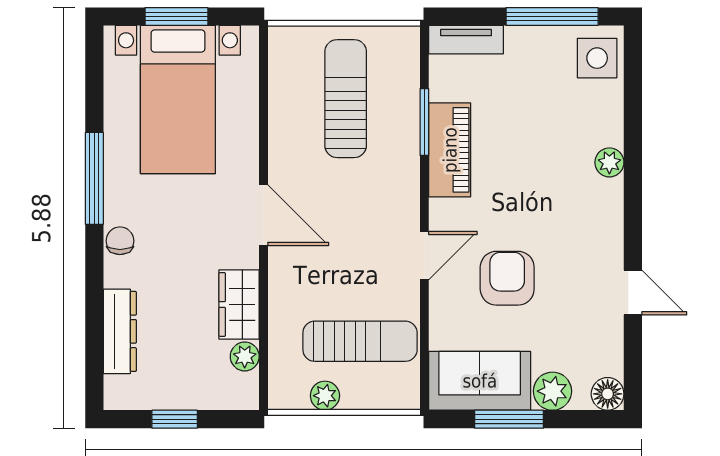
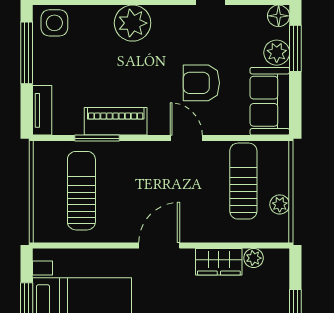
sun lounger: (346, 99) -> (81, 191), turned 90
plant: (609, 162) -> (133, 23), width x1.87, depth x1.87
window: (509, 419) -> (295, 48), moved

